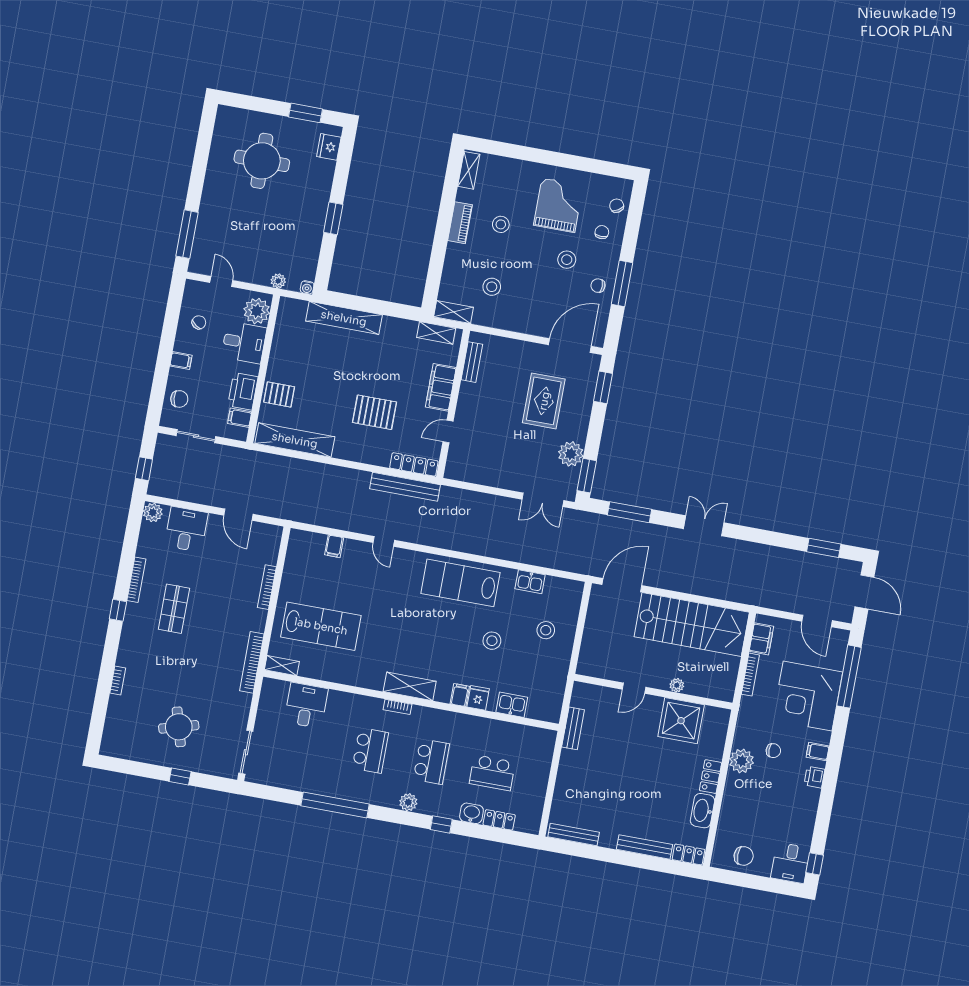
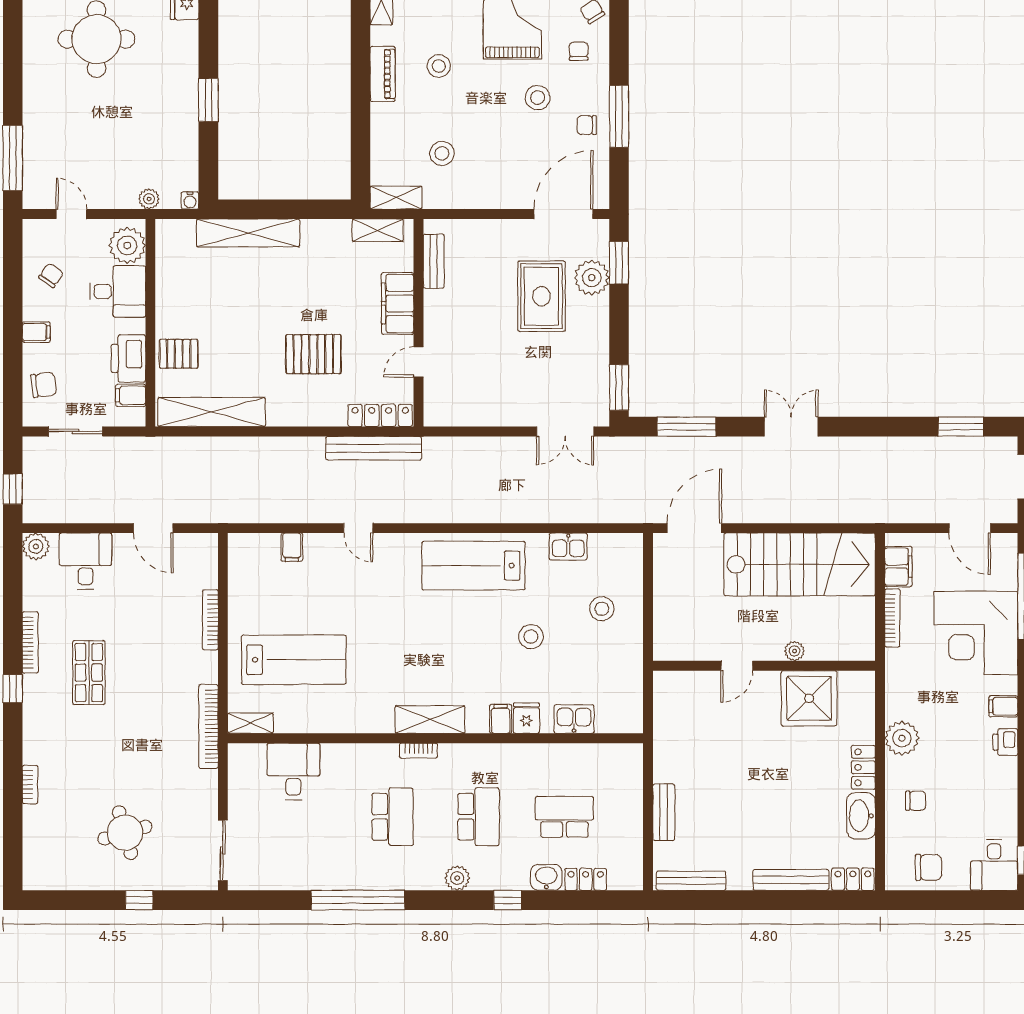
plant: (571, 454) -> (592, 278), moved
bench: (573, 728) -> (664, 812), moved
chair: (773, 751) -> (916, 801), moved
school desk: (492, 773) -> (564, 817), turned 180

